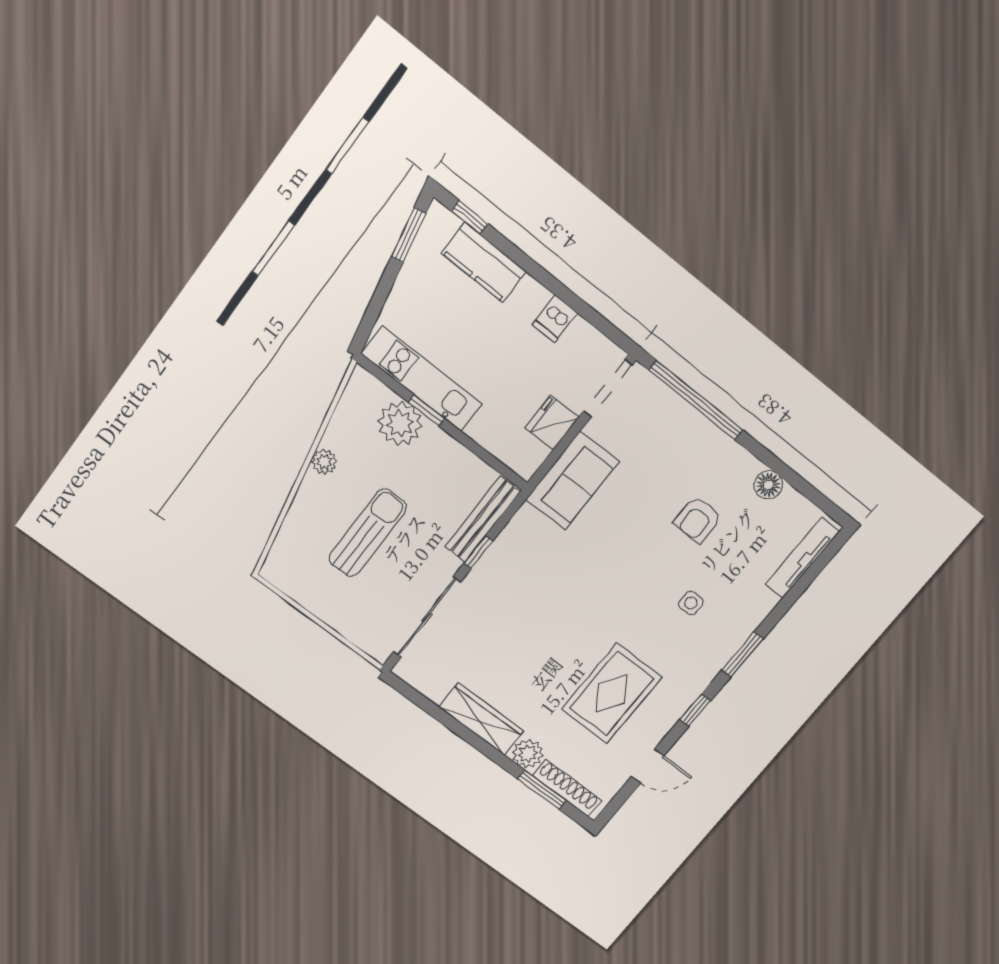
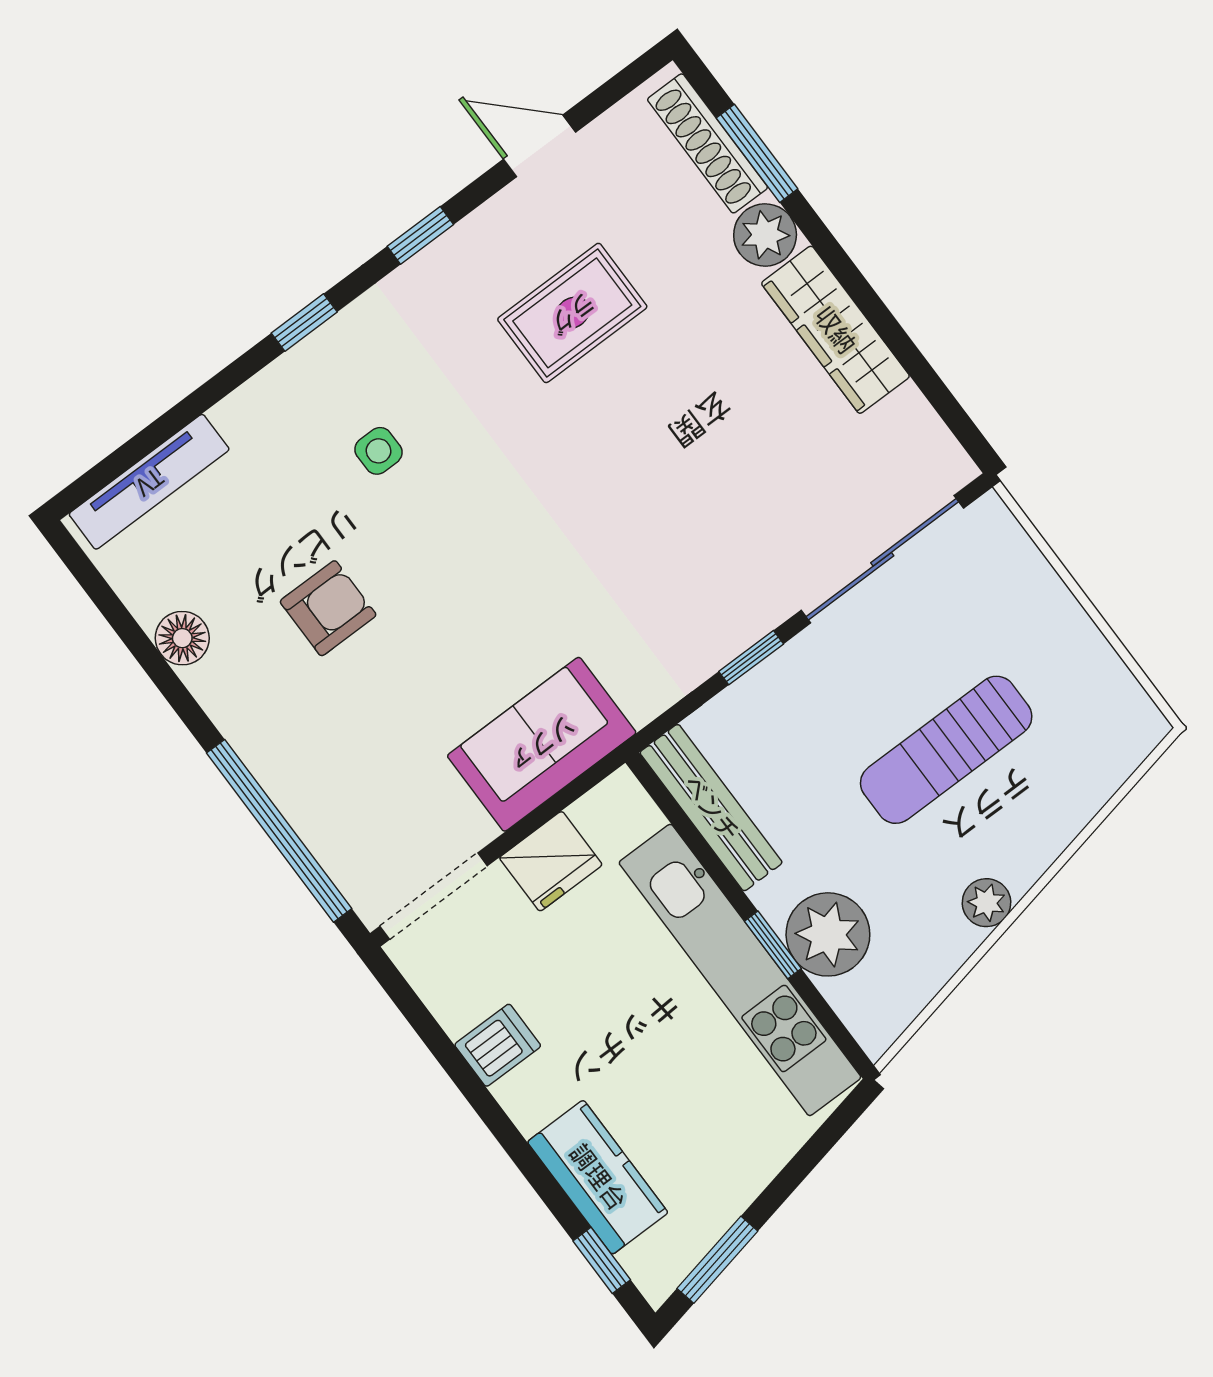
kitchen unit: (422, 379) -> (740, 970), width x1.36
bench: (483, 519) -> (711, 808), moved, turned 90
window: (742, 655) -> (304, 323), width x0.67
rug: (612, 693) -> (572, 313), width x0.73, depth x0.70

